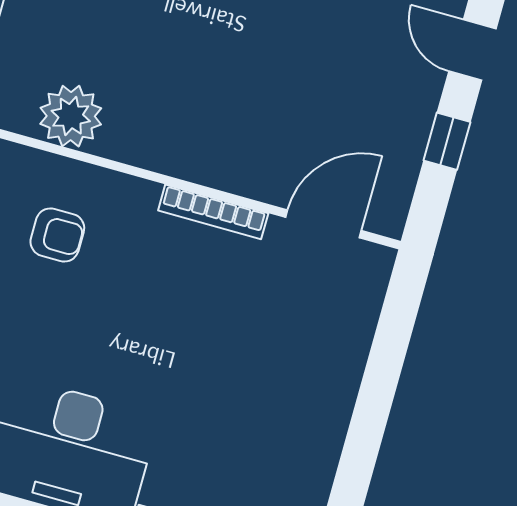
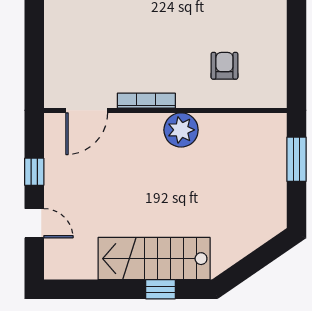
plant: (71, 116) -> (181, 130), moved
armchair: (57, 235) -> (224, 66), turned 90

